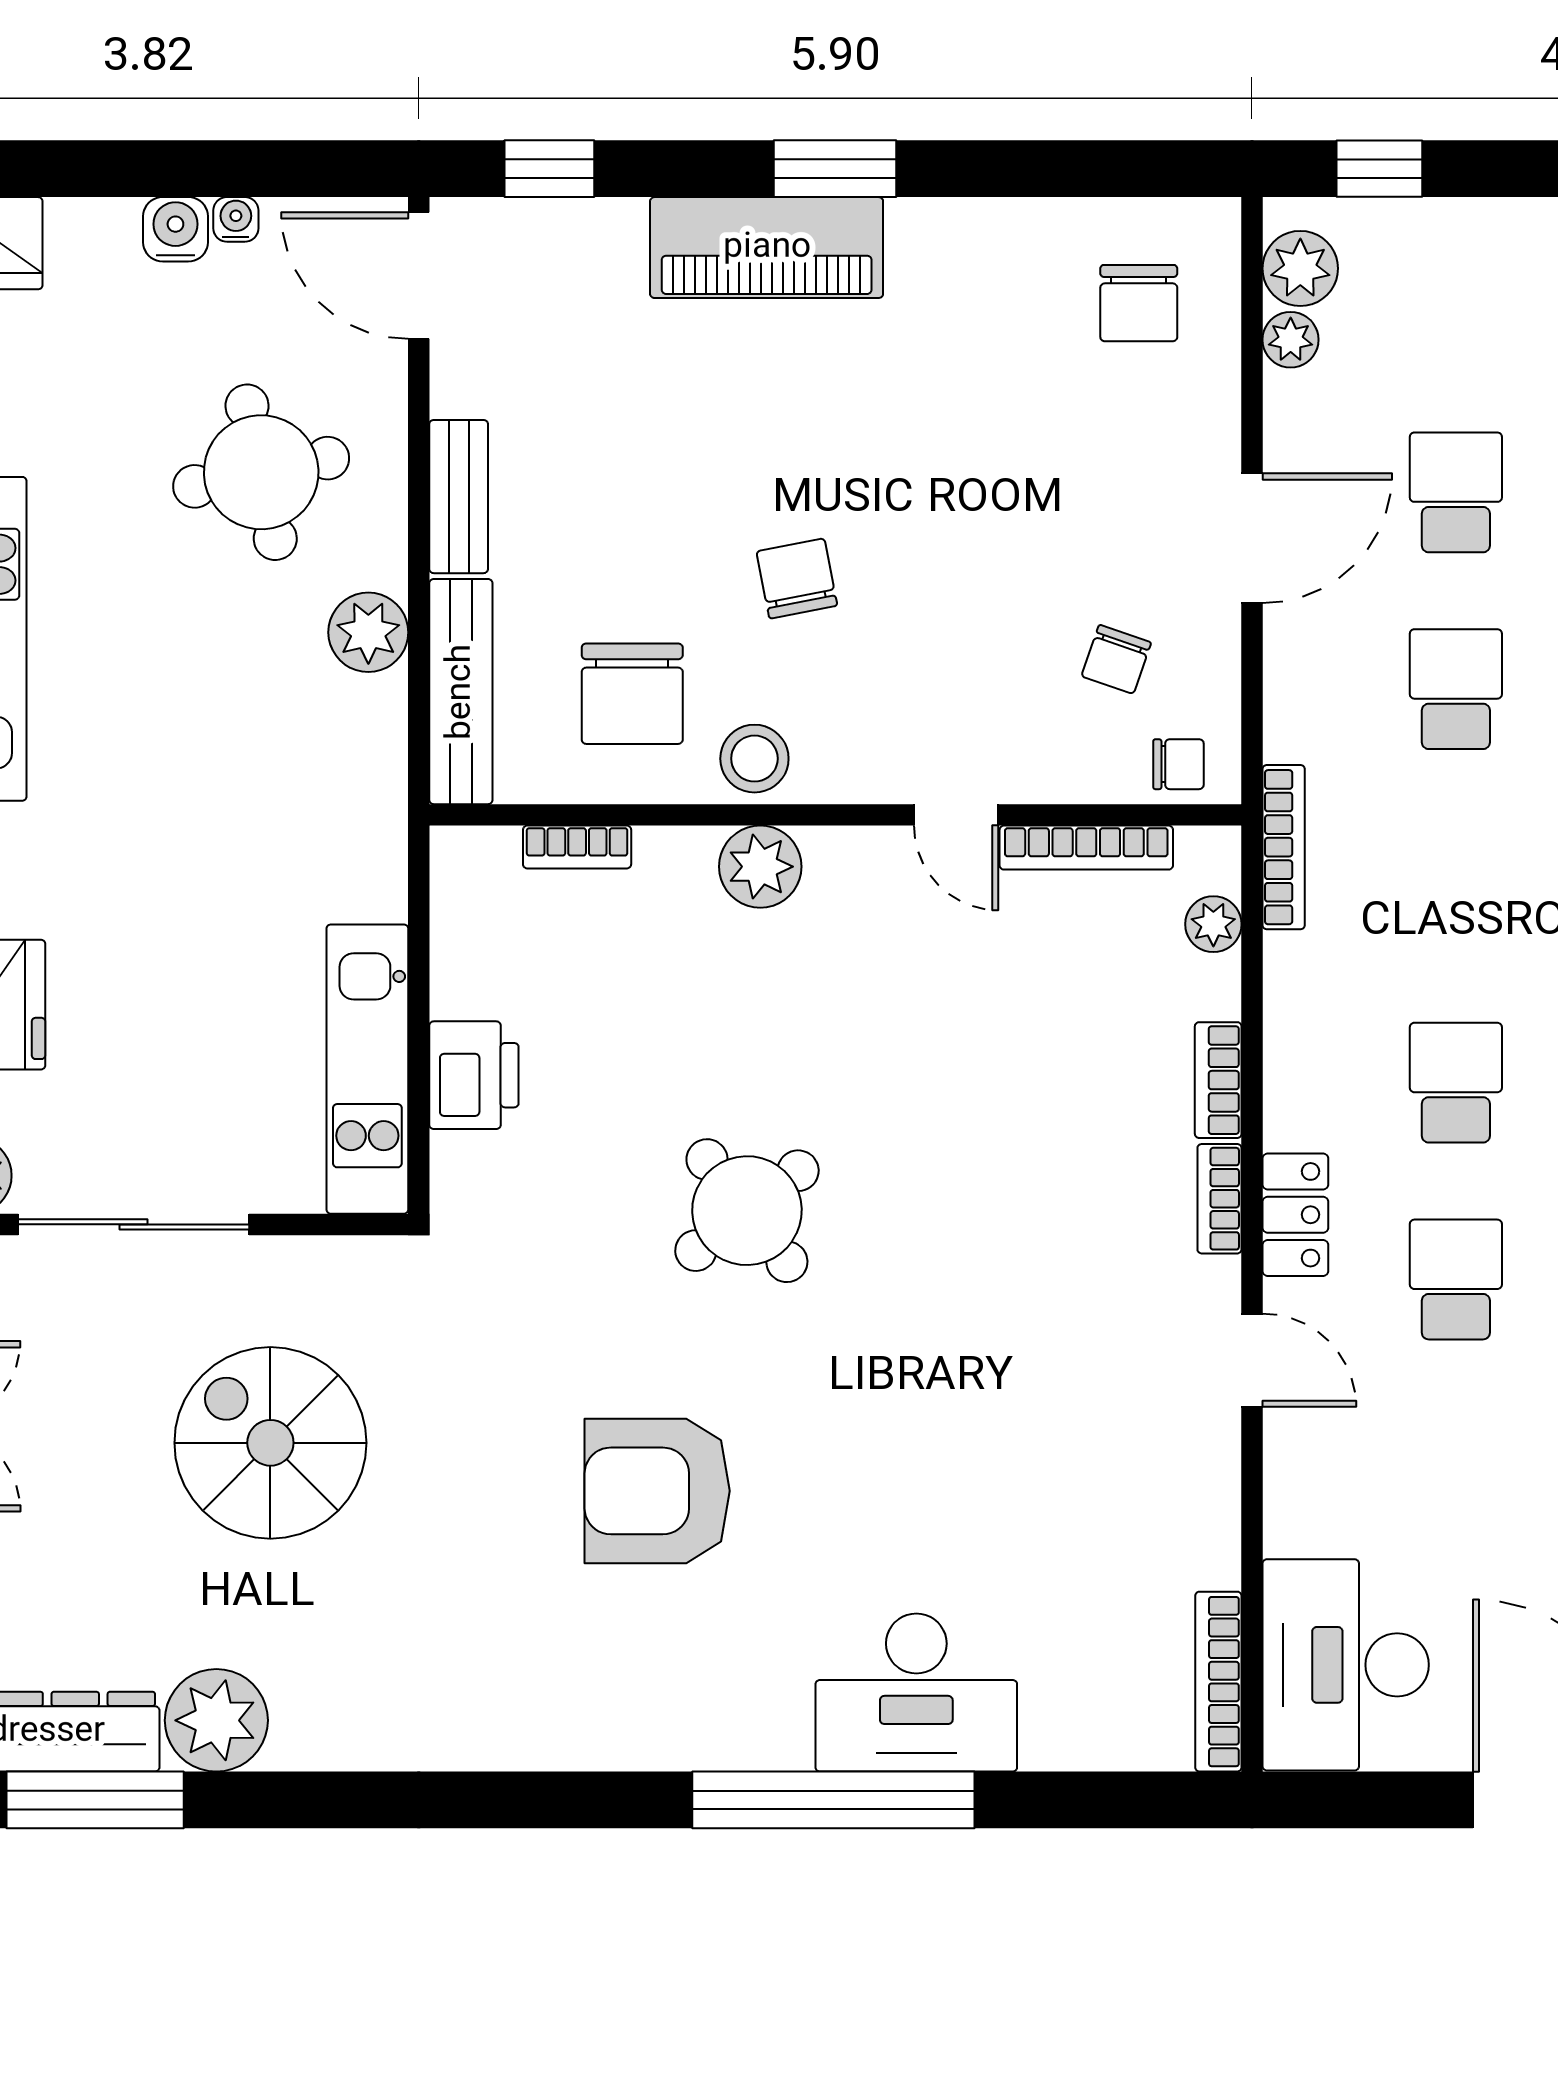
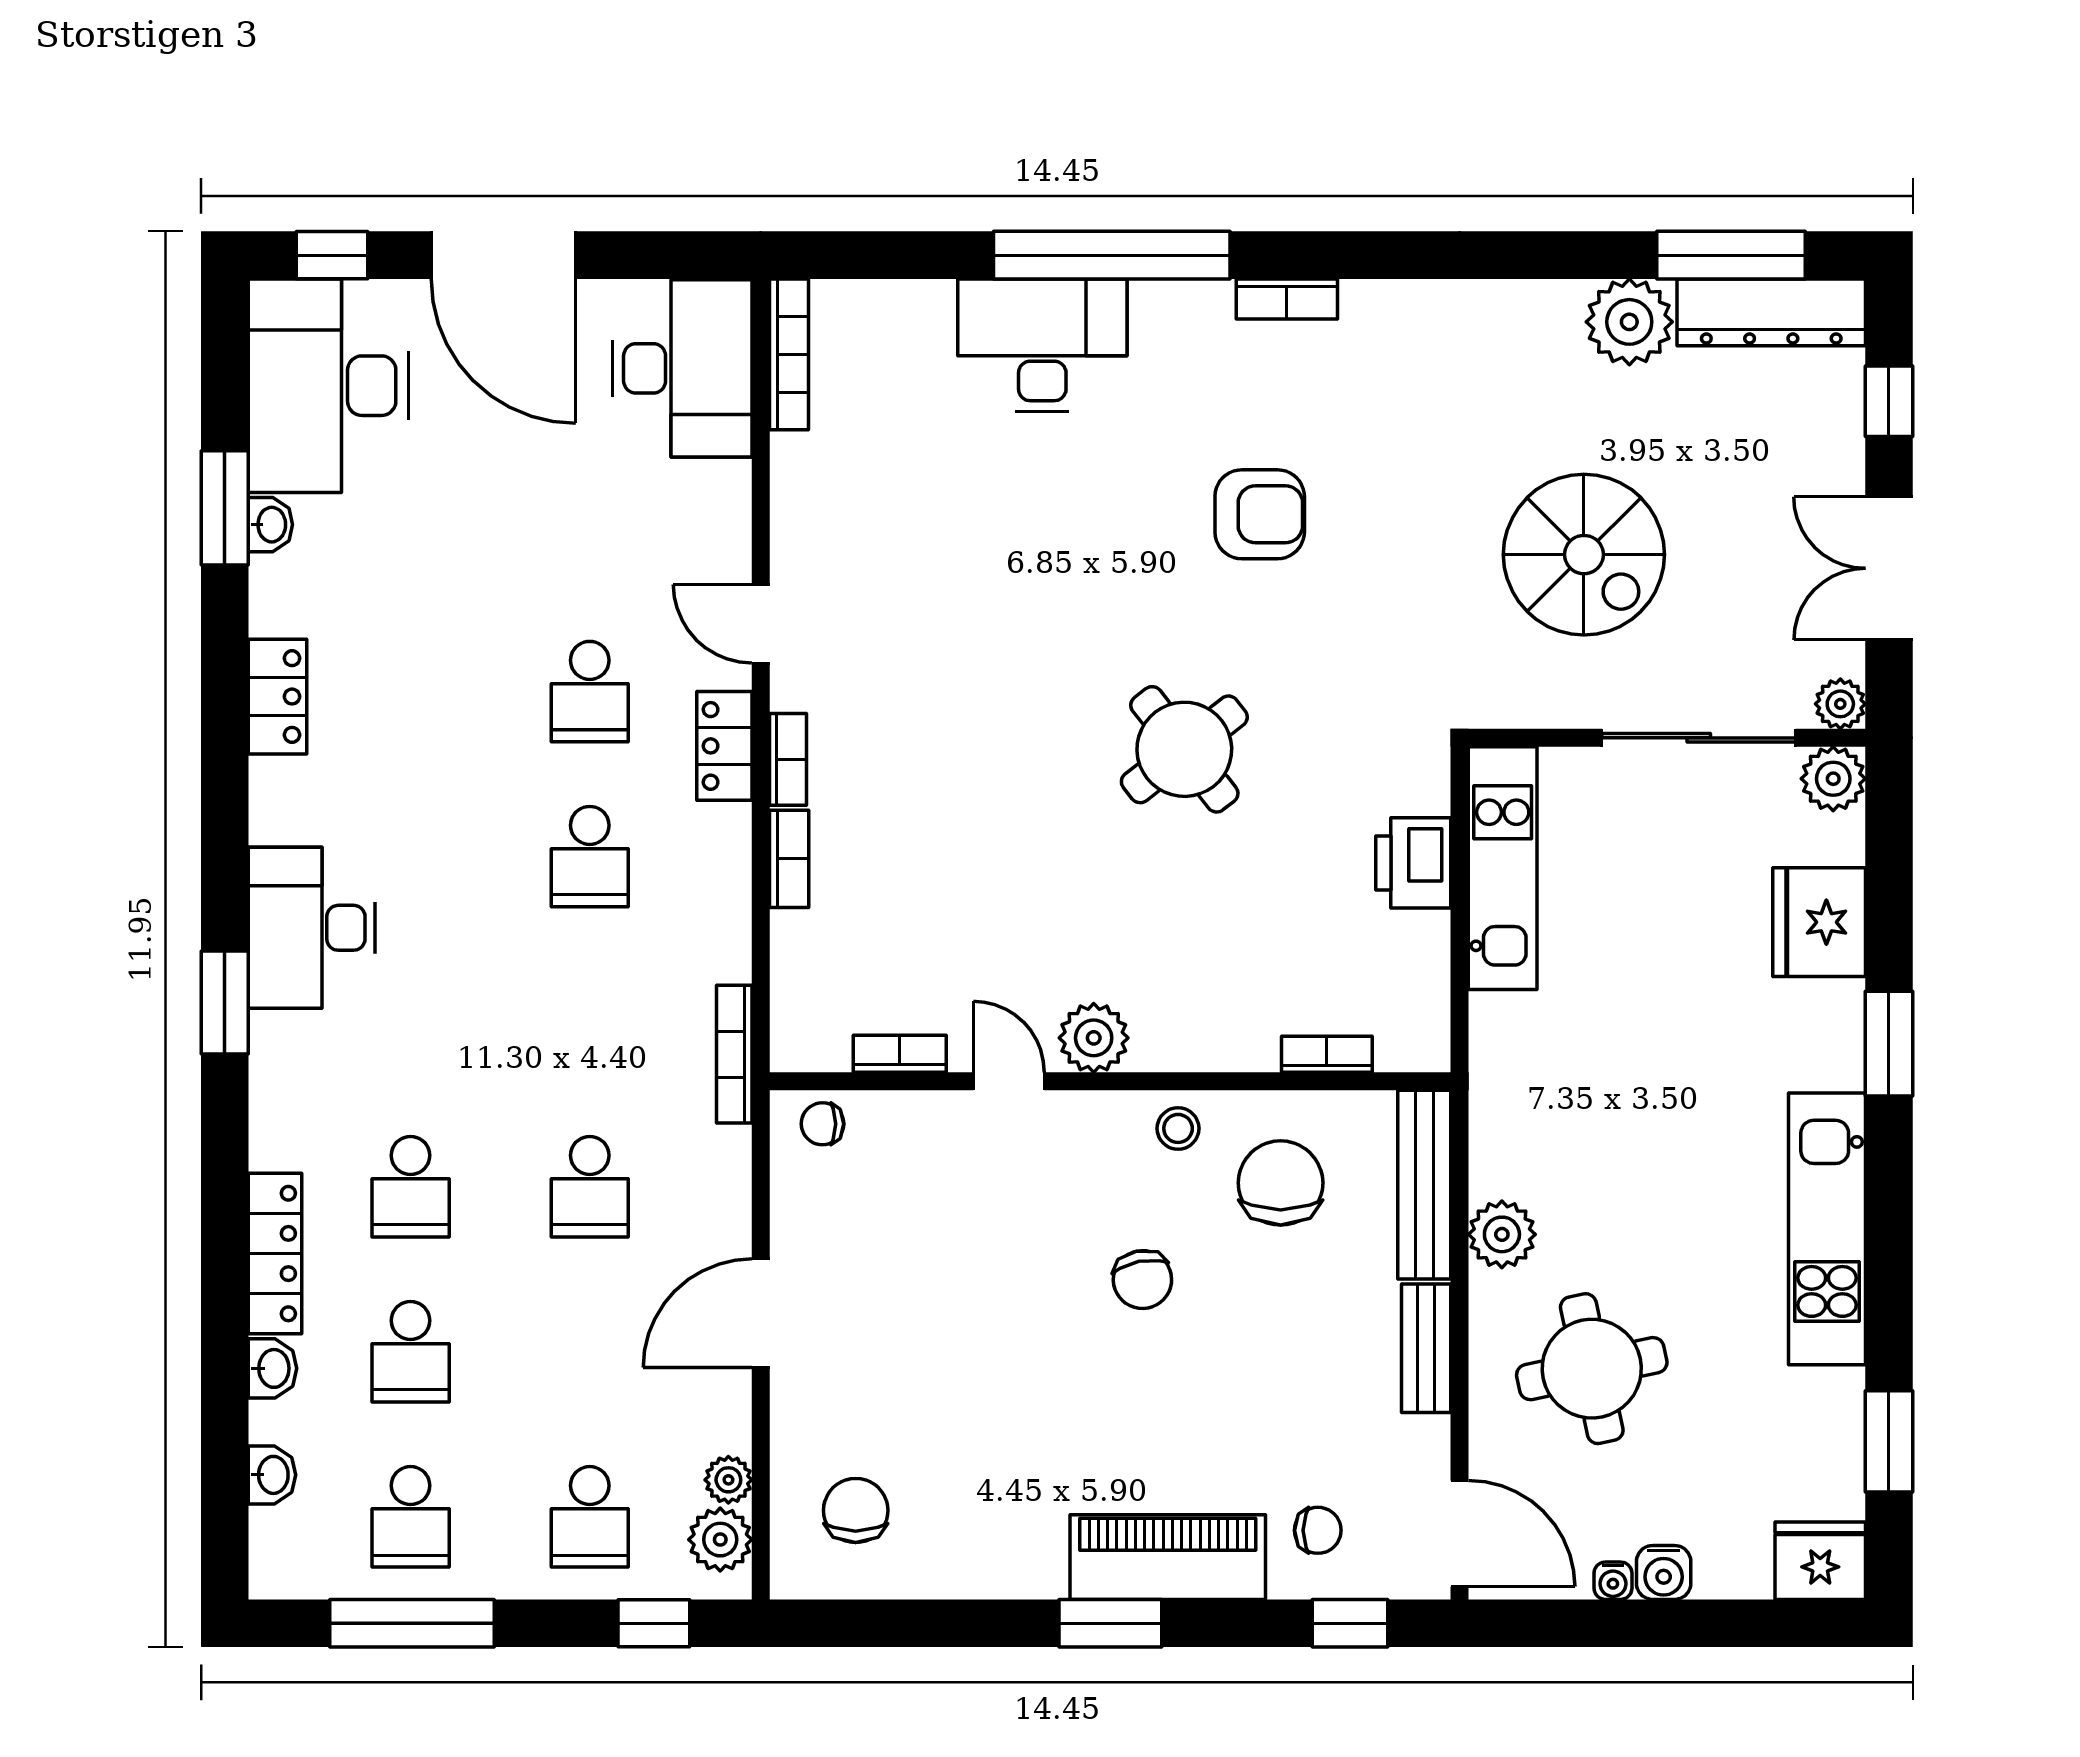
school desk: (1456, 492) -> (590, 1517), moved
chair: (1116, 659) -> (1318, 1530), moved, turned 71
stool: (754, 759) -> (1178, 1128), width x0.73, depth x0.73
bookcase: (1086, 848) -> (900, 1054), width x0.64
plant: (760, 867) -> (1094, 1038), moved
plant: (1213, 924) -> (793, 990), removed
armchair: (657, 1491) -> (1260, 514), width x0.73, depth x0.73
bookcase: (625, 1748) -> (1287, 299), added

